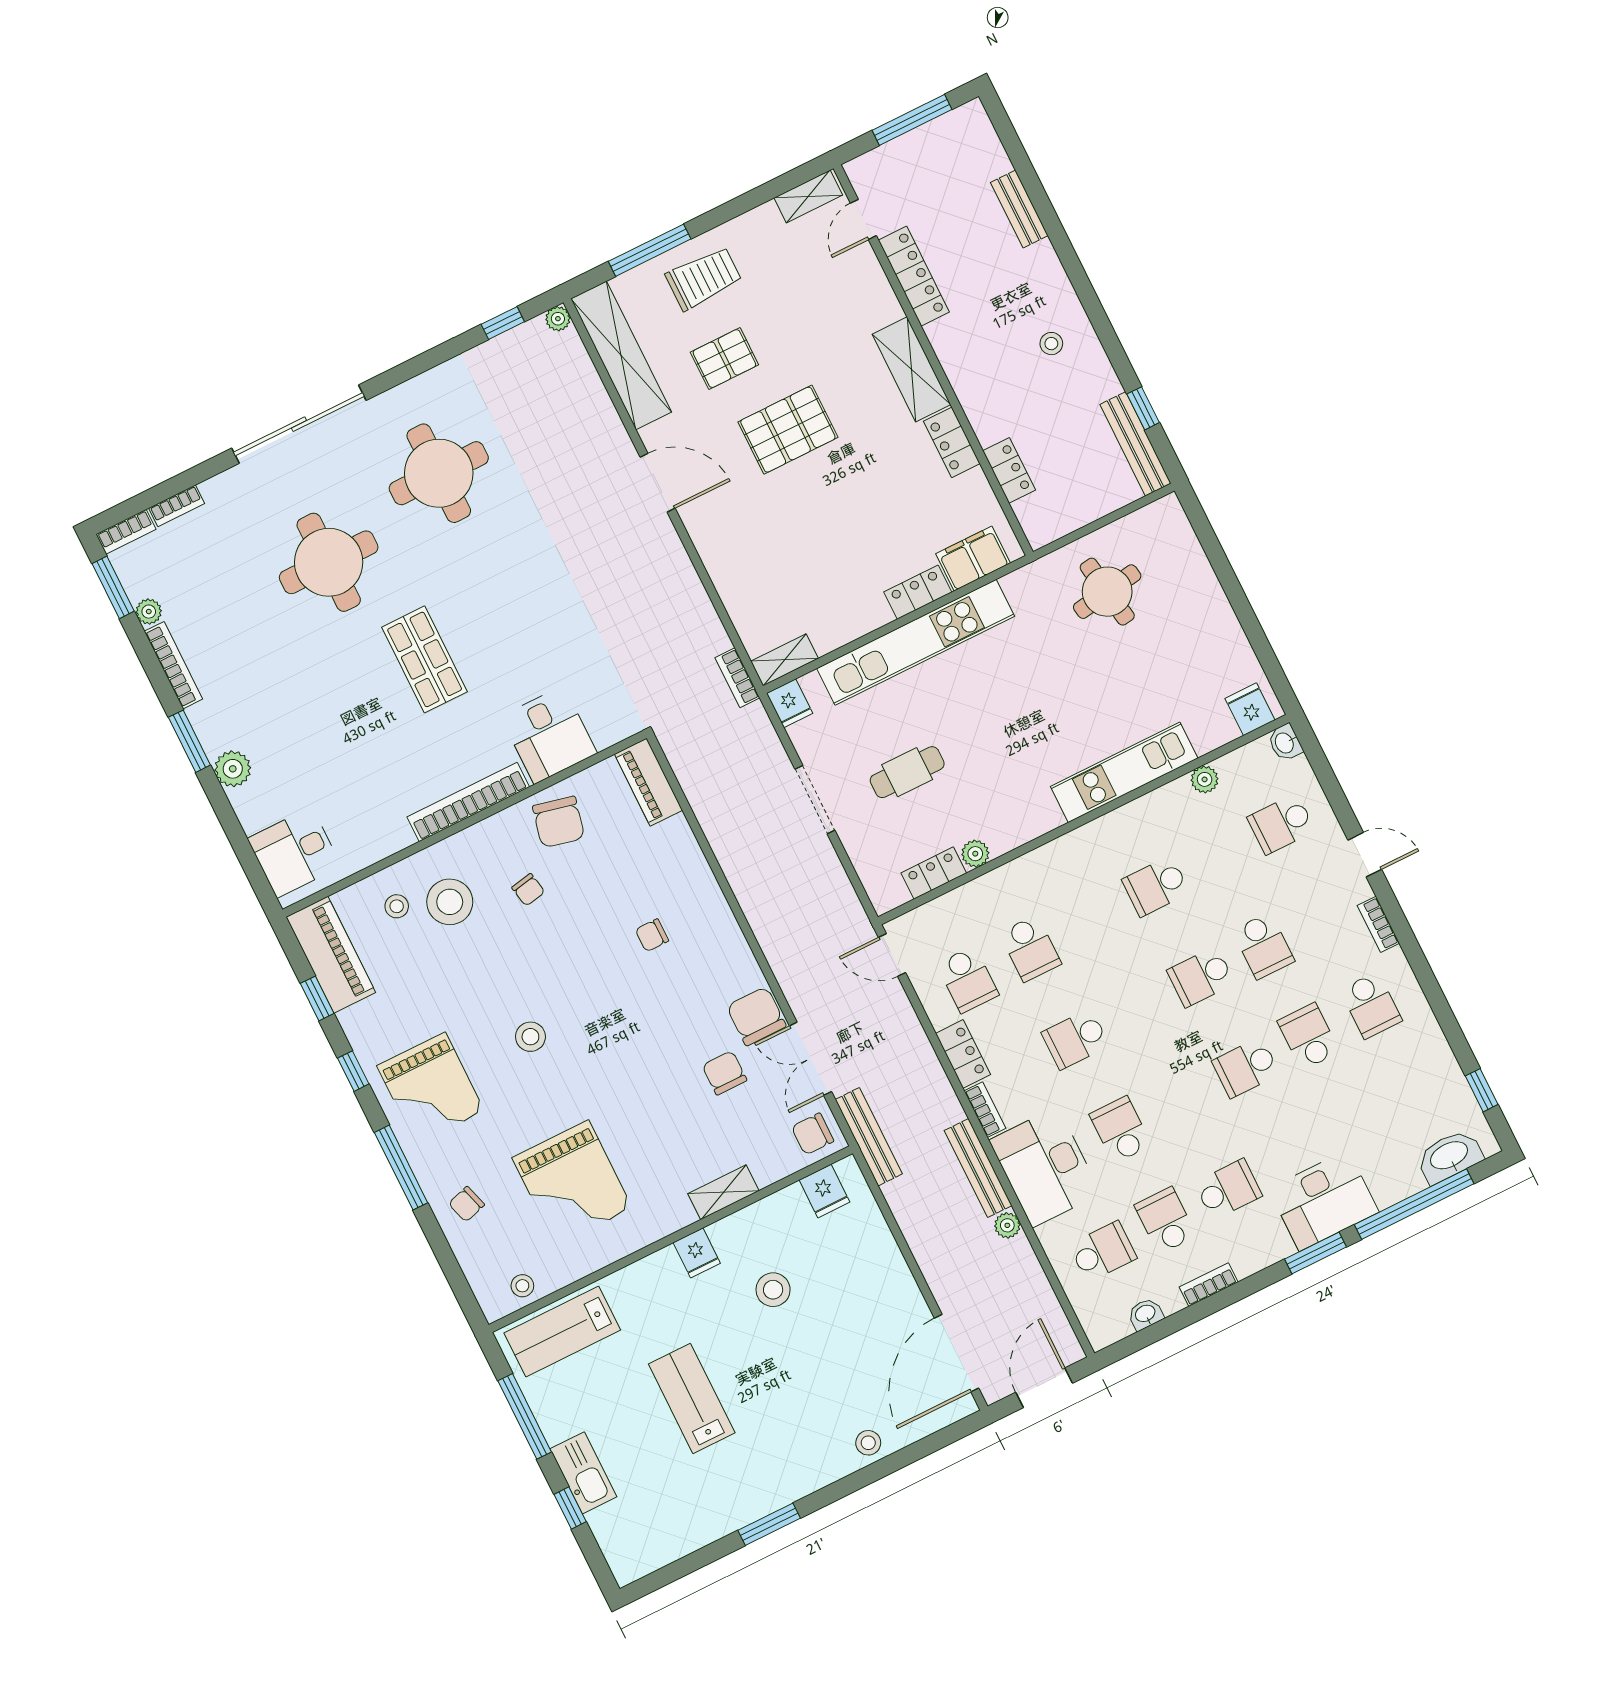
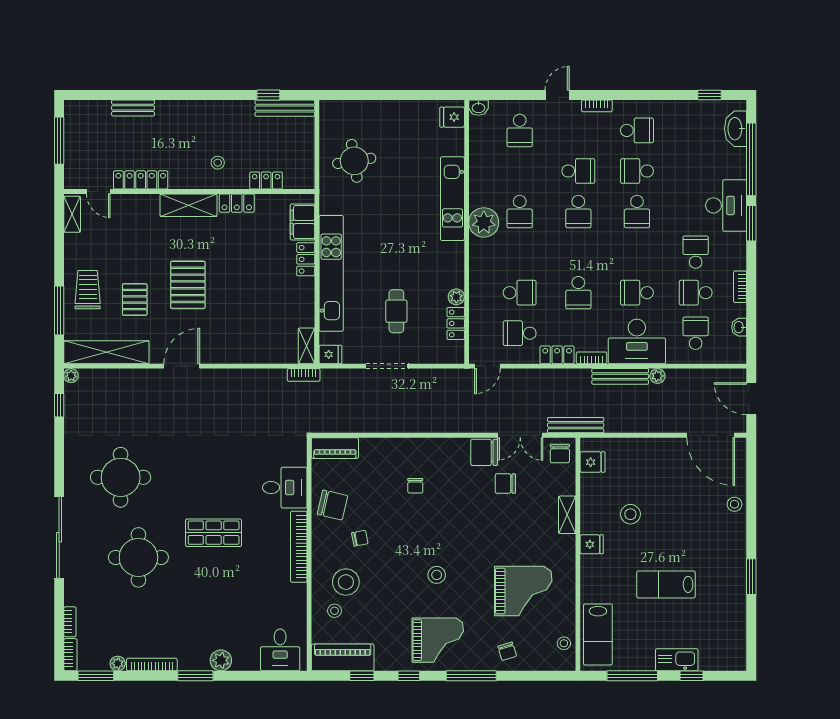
stool: (1051, 344) -> (218, 163), moved
plant: (1205, 779) -> (484, 222), moved, width x1.88, depth x1.88
school desk: (968, 980) -> (520, 333), turned 180

